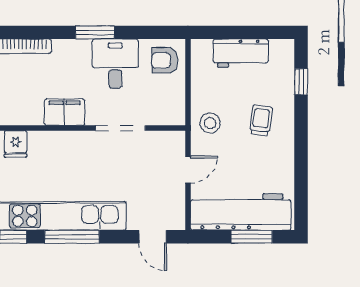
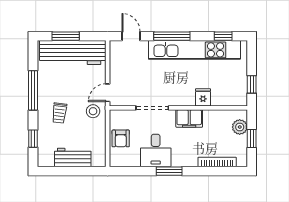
armchair: (165, 60) -> (121, 138), moved, turned 90
fridge: (16, 144) -> (203, 97), moved
window: (301, 154) -> (33, 90), added
door: (188, 169) -> (108, 93), moved
window: (72, 237) -> (172, 36), moved

